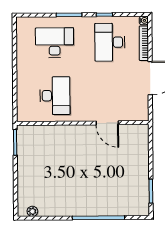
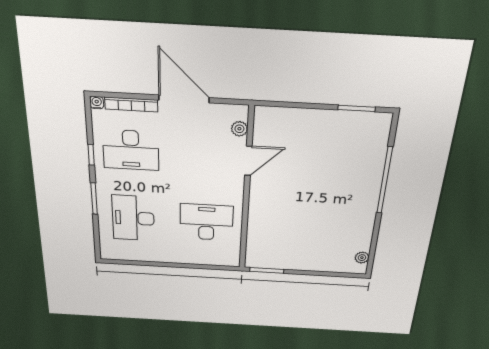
plant: (131, 116) -> (239, 129), added

